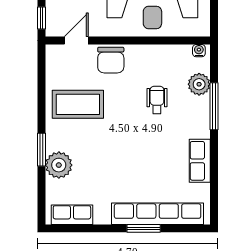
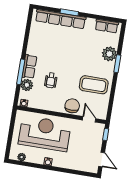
door: (76, 41) -> (89, 119), swing flipped
row of seats: (200, 161) -> (29, 66), moved

